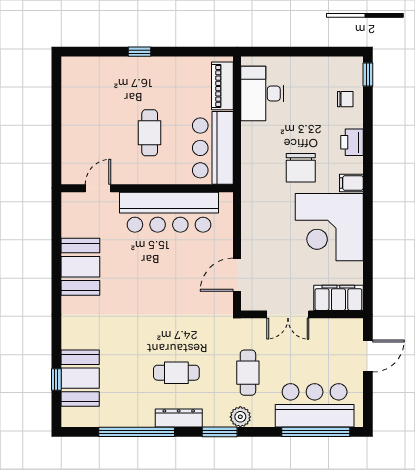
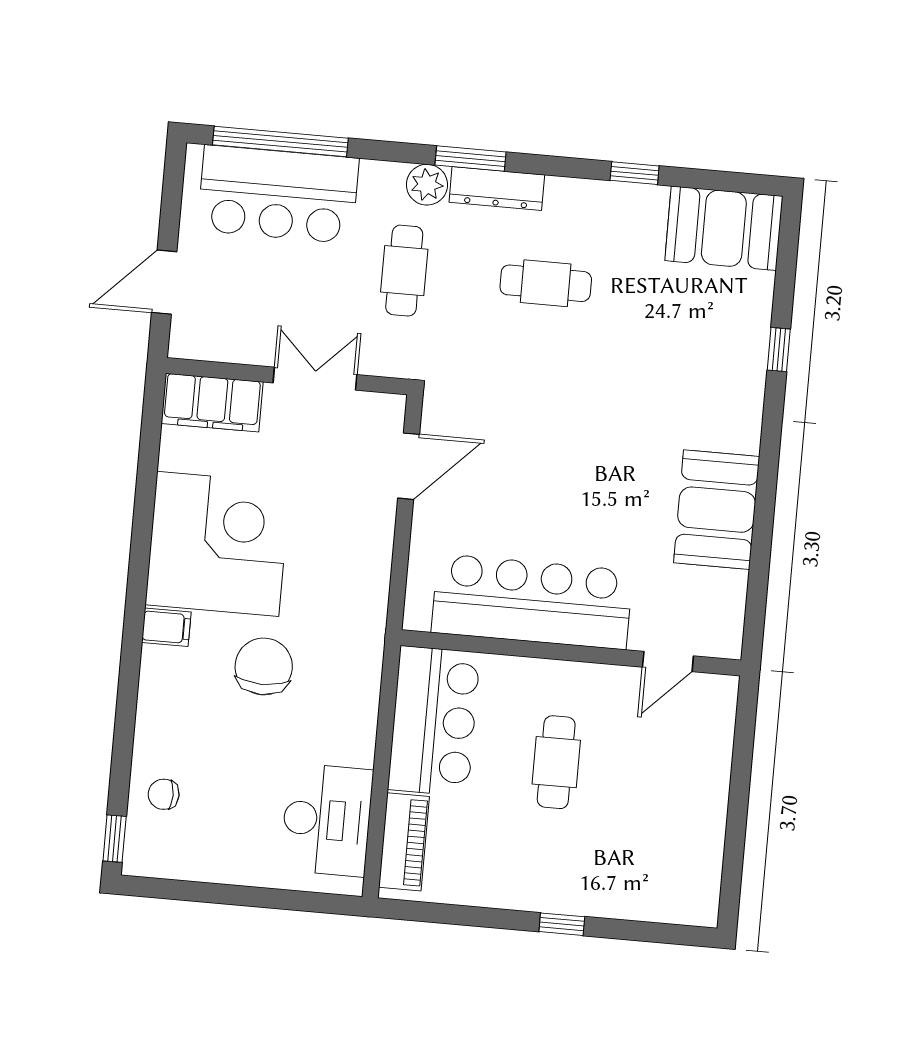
printer: (352, 142) -> (158, 708), removed
booth: (80, 378) -> (724, 228), moved, turned 90
window: (56, 380) -> (779, 350), moved
dresser: (179, 418) -> (497, 189), moved
window: (137, 432) -> (635, 173), width x0.32

